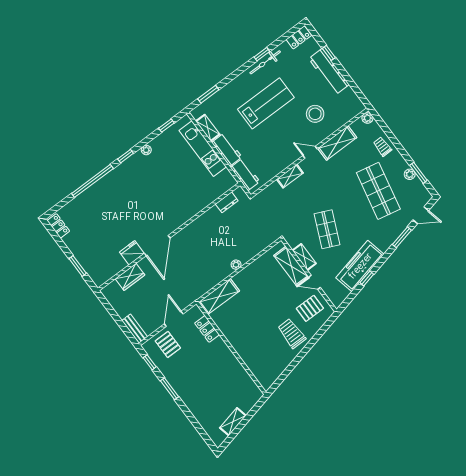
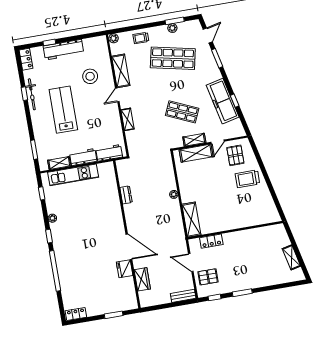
dresser: (227, 202) -> (126, 195), moved

